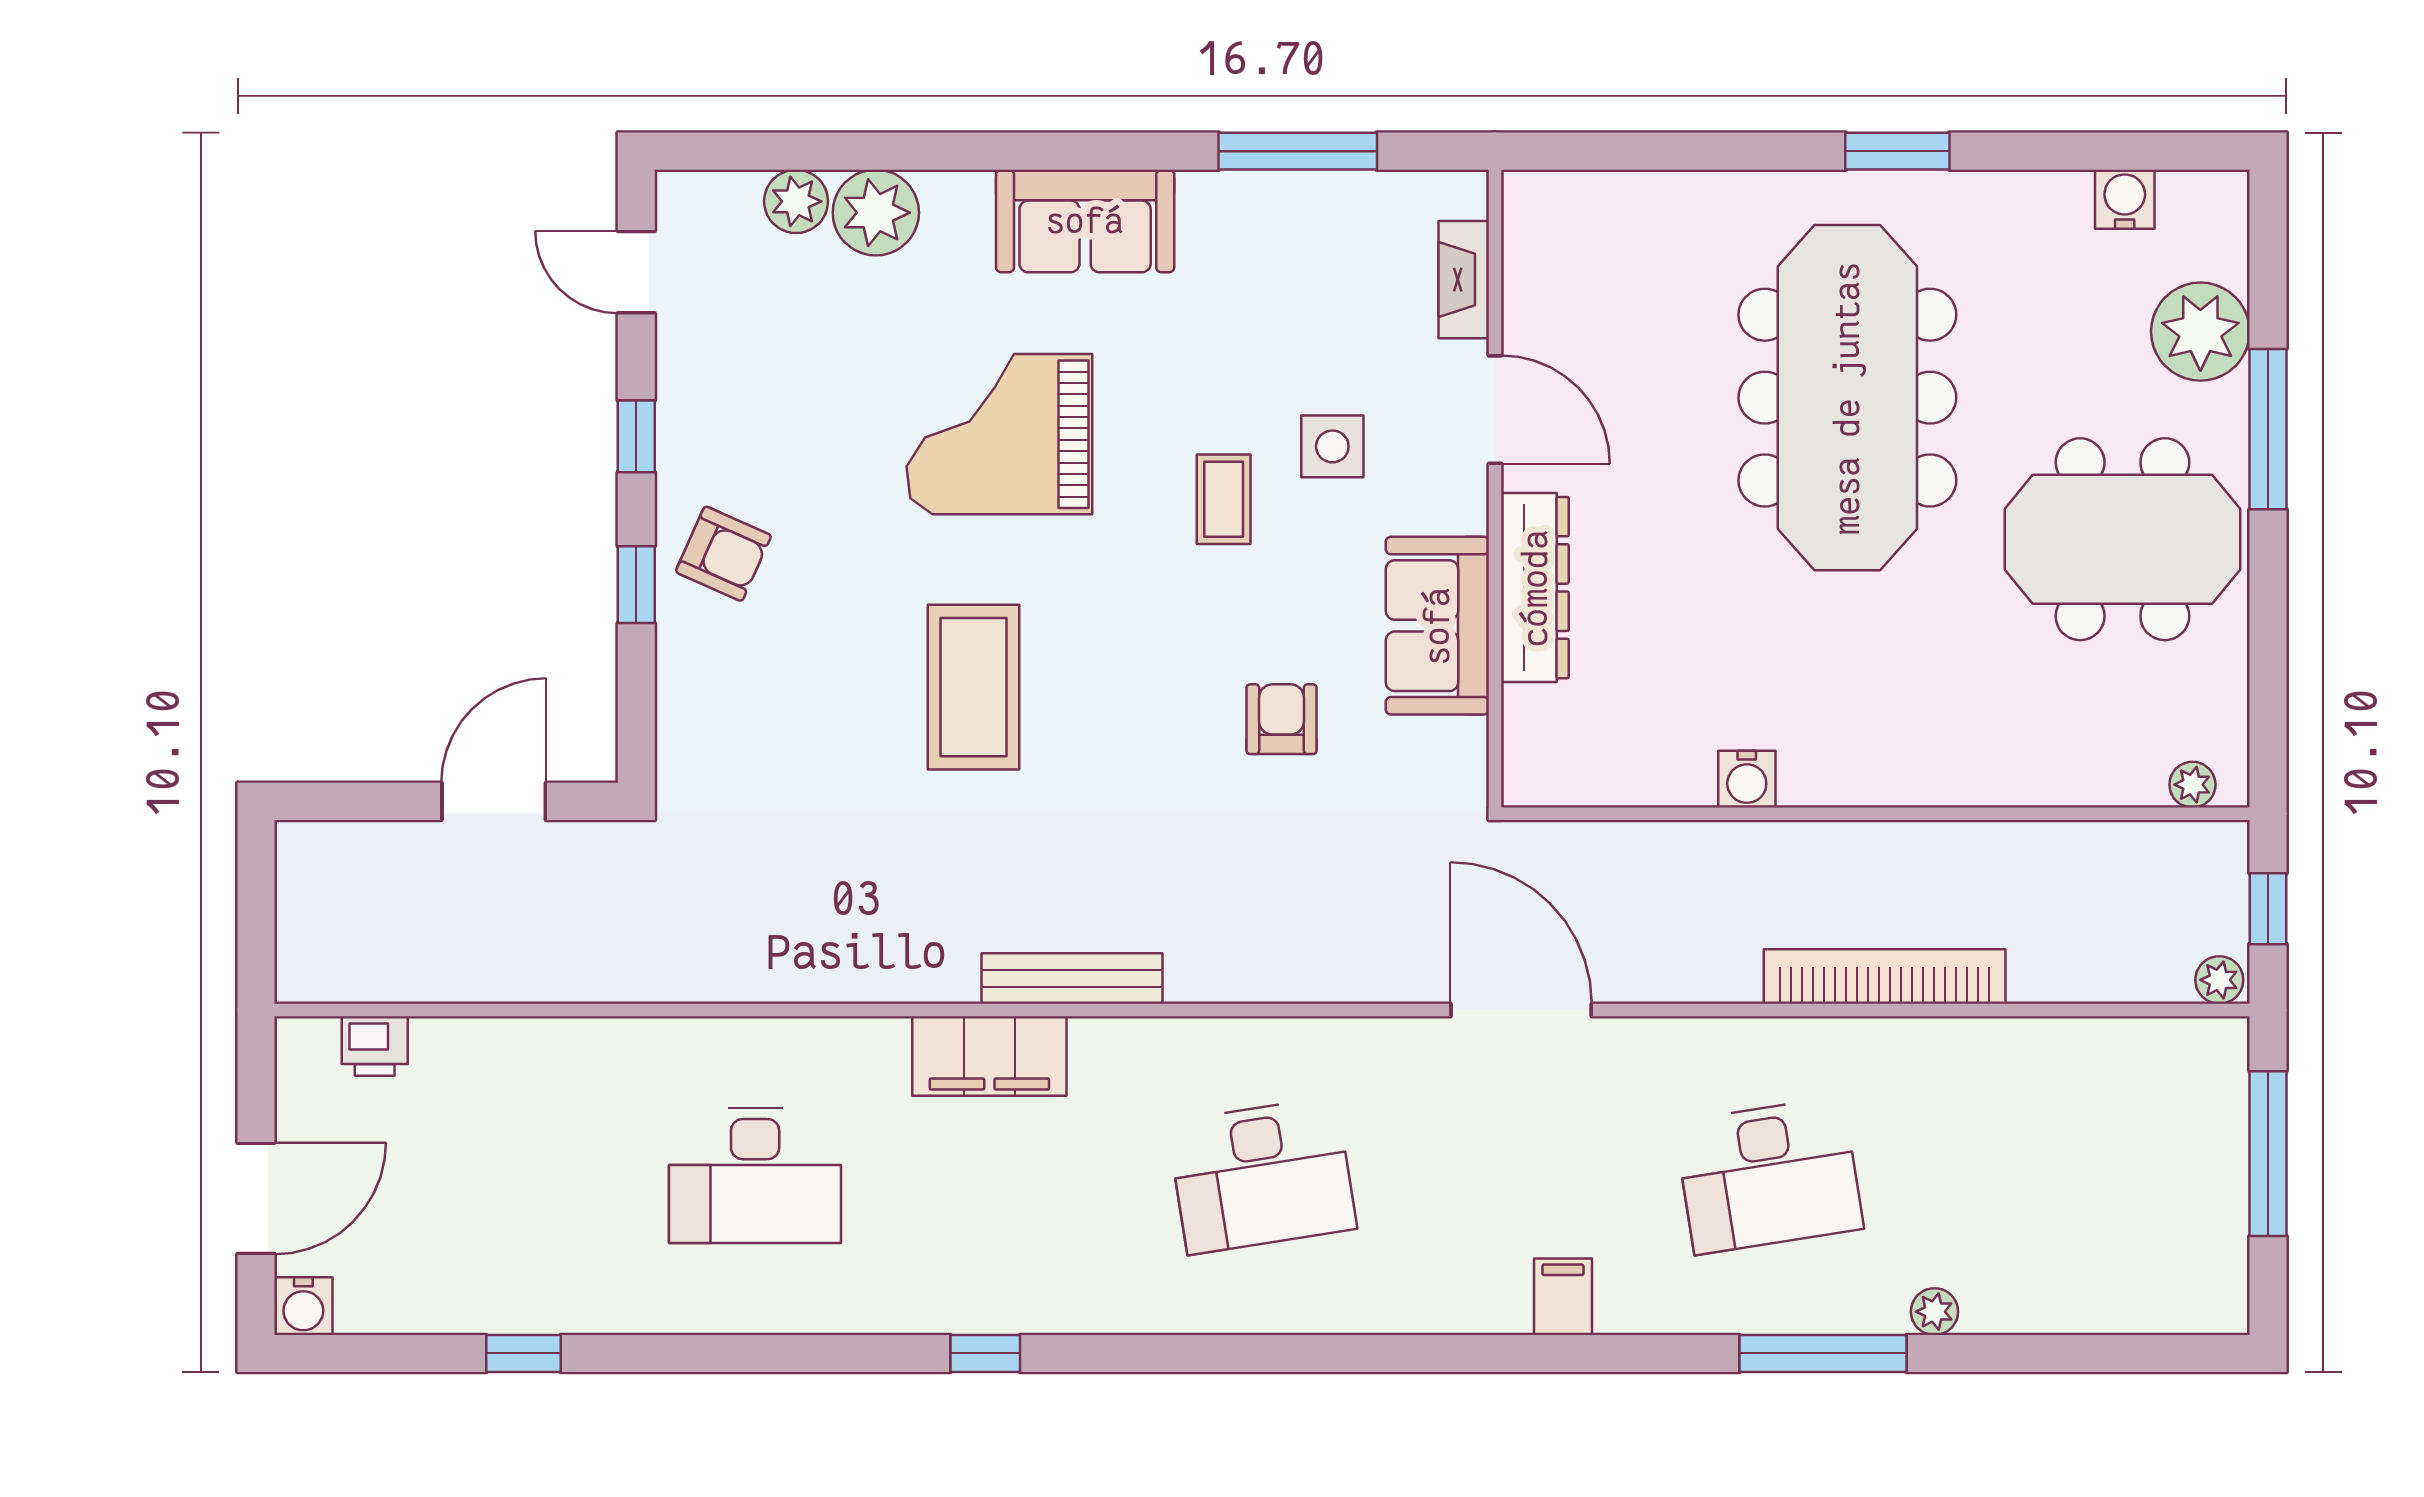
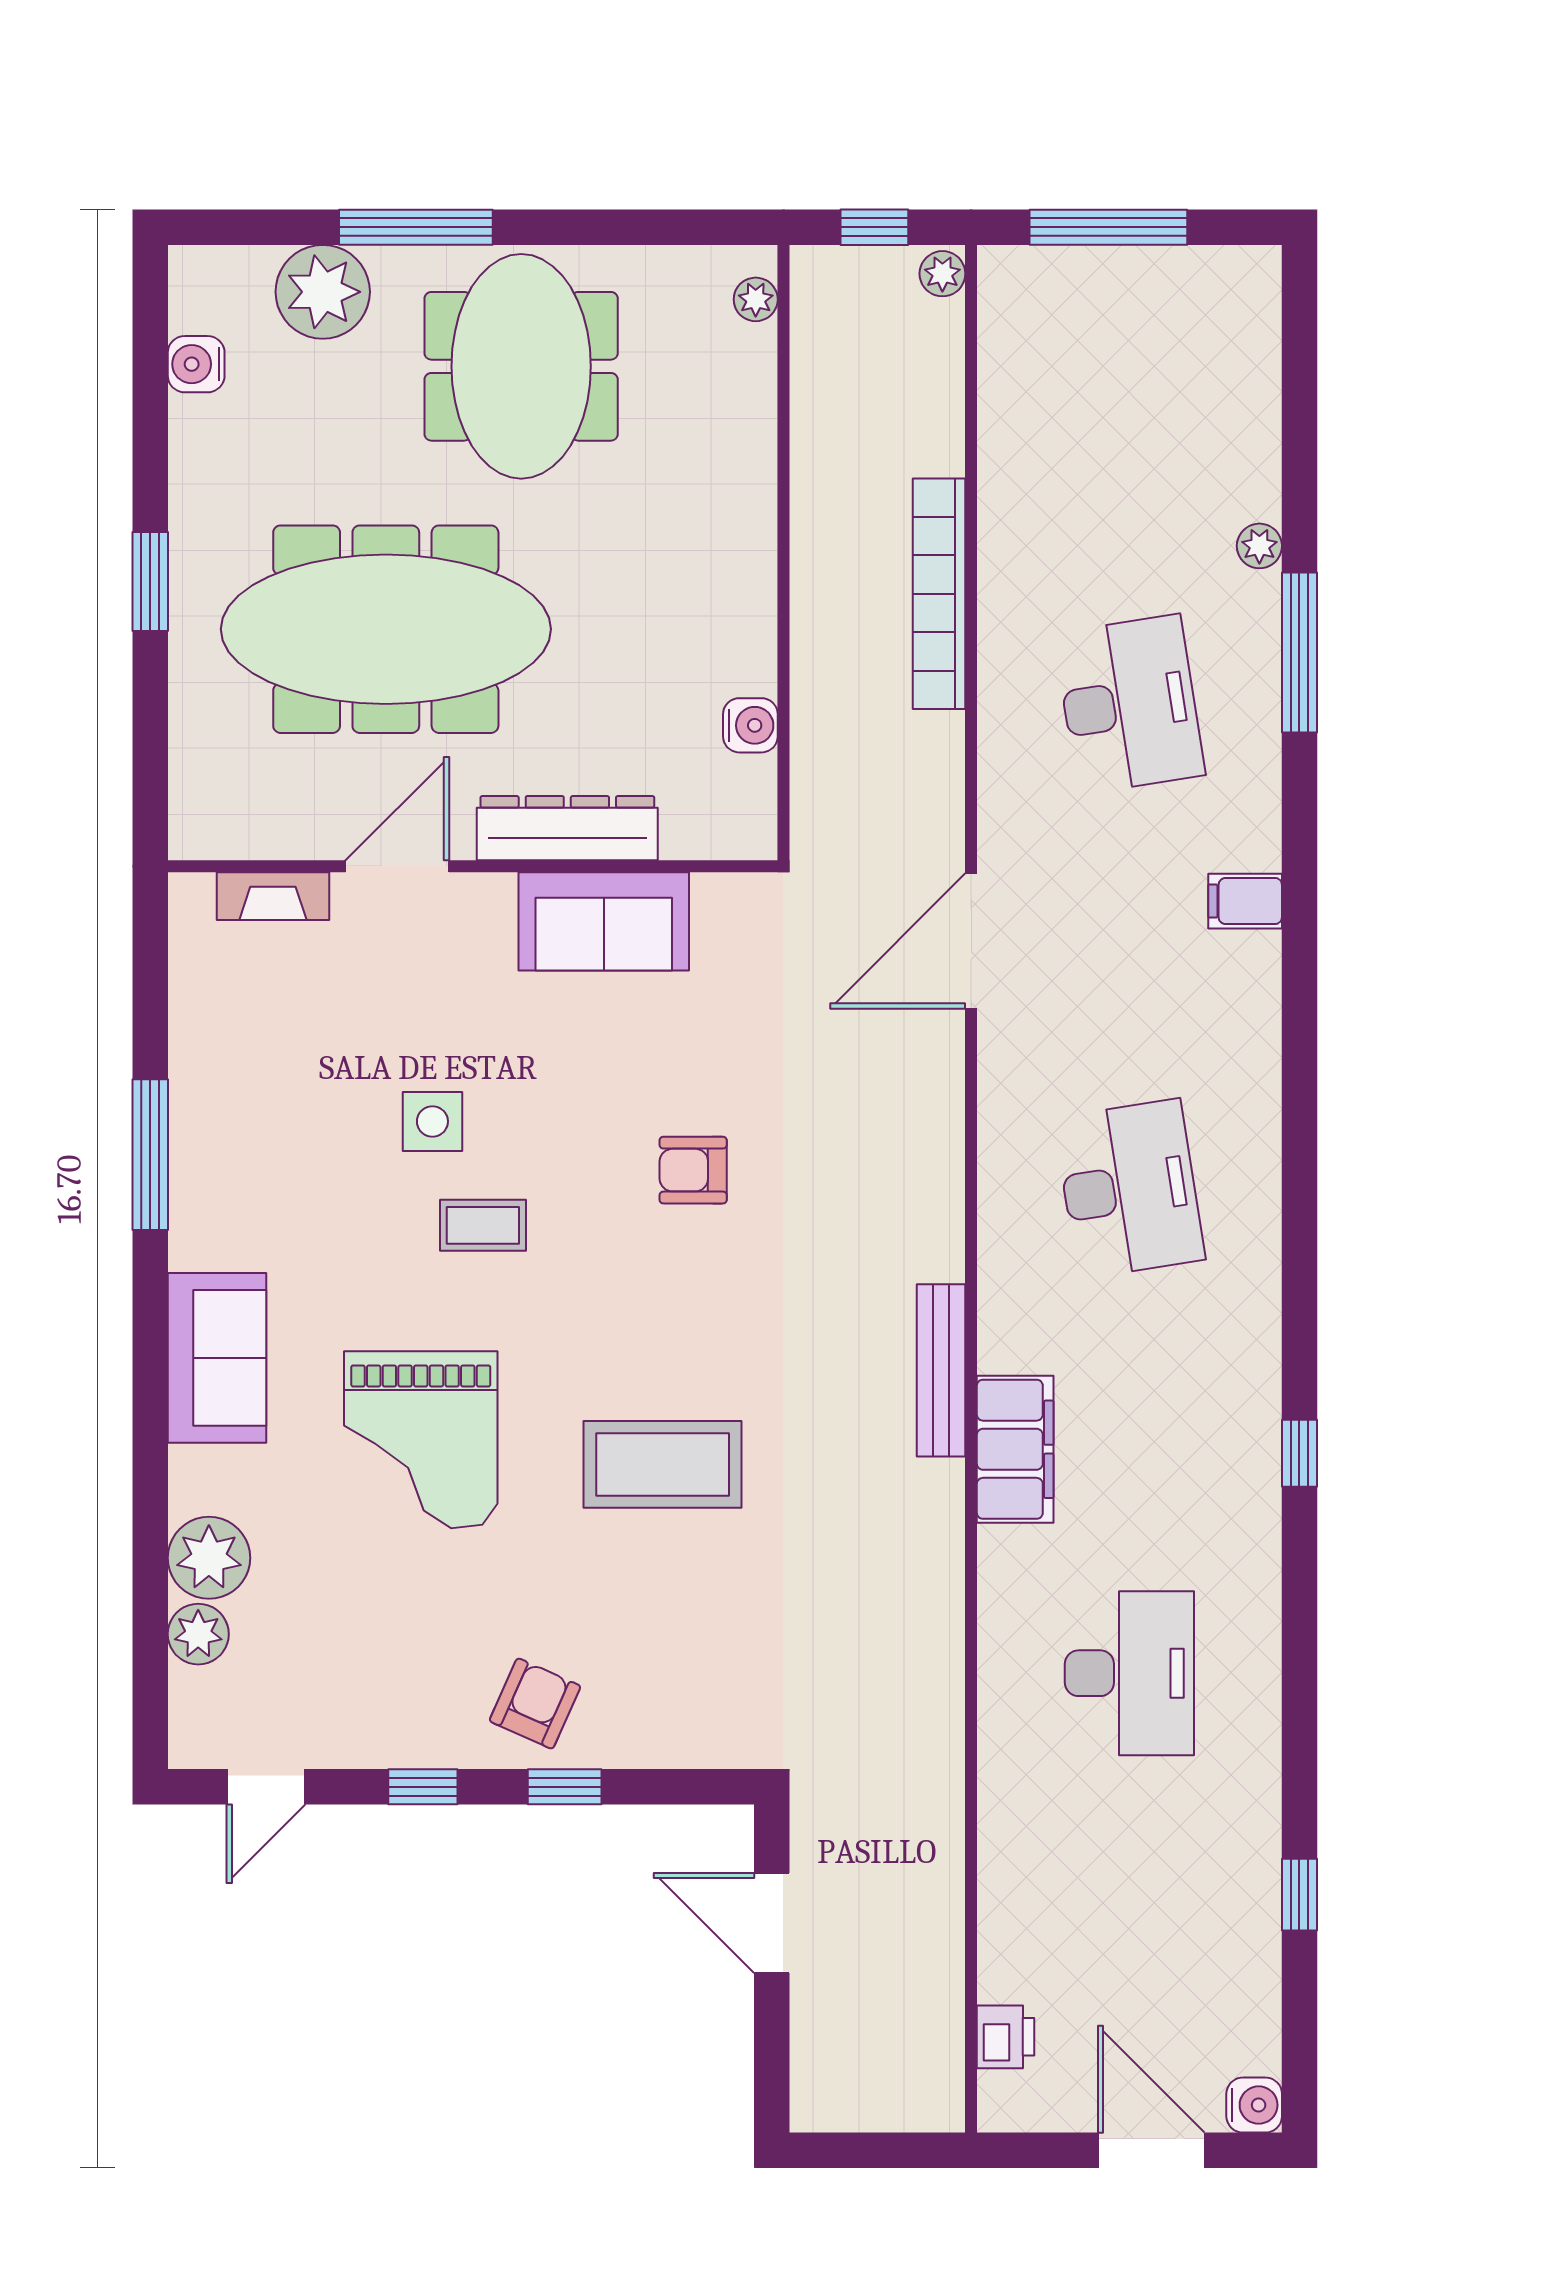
fireplace: (1464, 280) -> (273, 896), moved
door: (1495, 410) -> (397, 866), moved
wall: (1495, 489) -> (473, 866), moved
dresser: (1535, 588) -> (567, 828), moved
sofa: (1437, 626) -> (604, 921), moved

